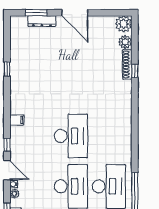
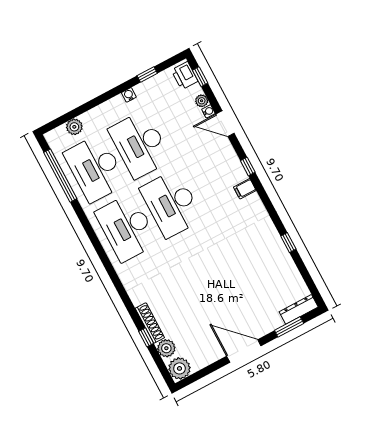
dresser: (42, 21) -> (299, 309), moved
window: (135, 71) -> (146, 337), moved
desk: (109, 136) -> (127, 228), added
window: (7, 145) -> (248, 166), moved

